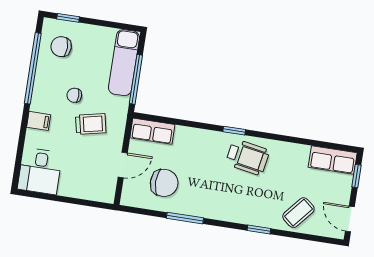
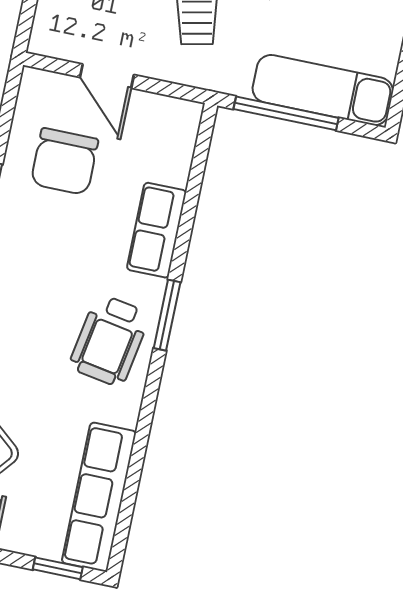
row of seats: (152, 131) -> (157, 230), moved
window: (234, 131) -> (167, 315), width x1.50
row of seats: (333, 160) -> (99, 497), width x1.48

